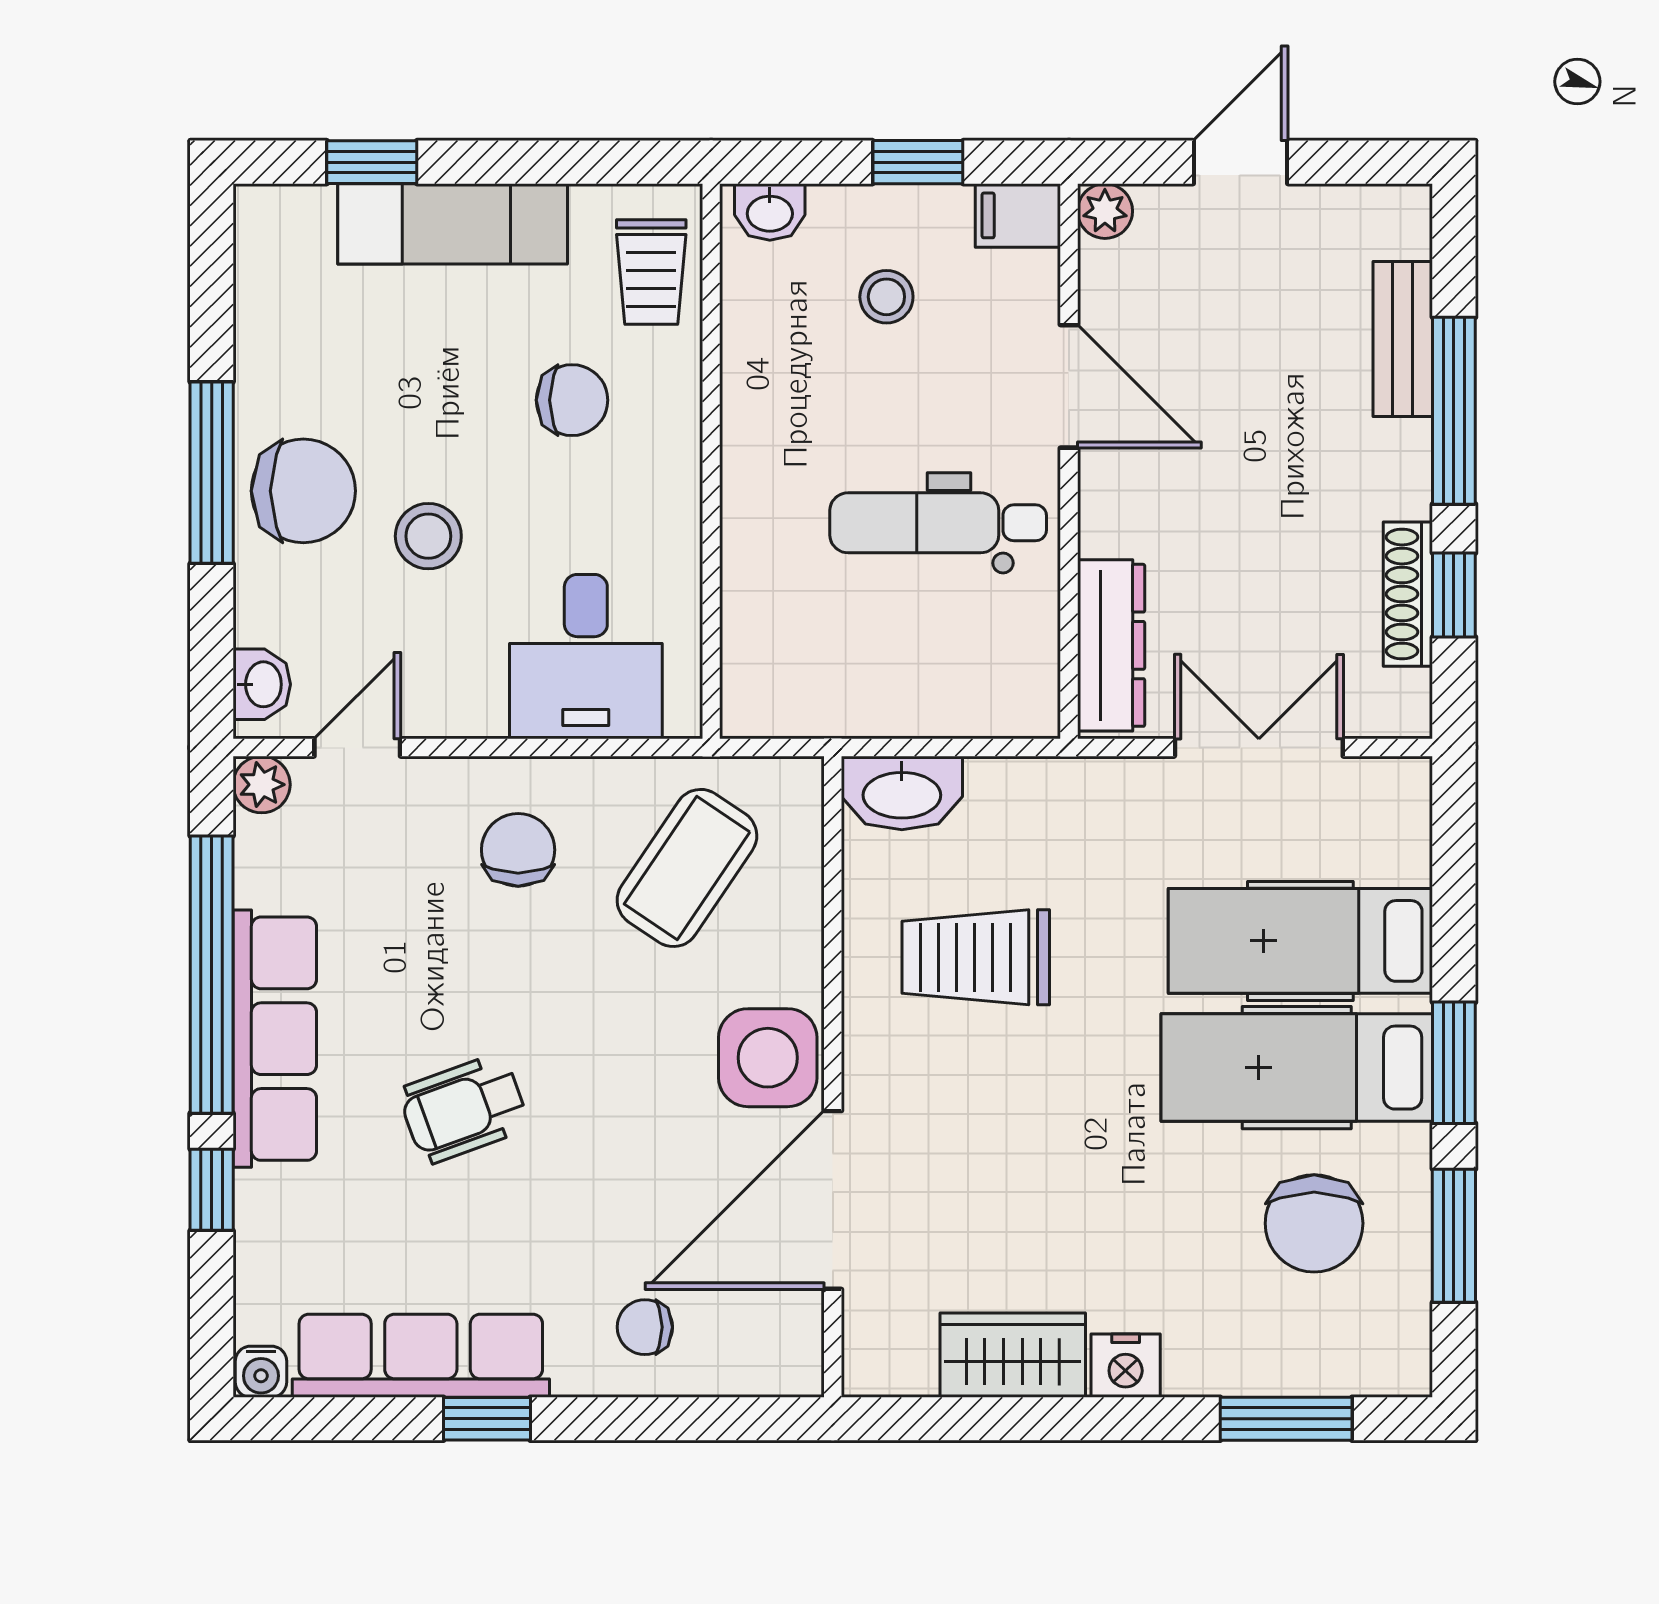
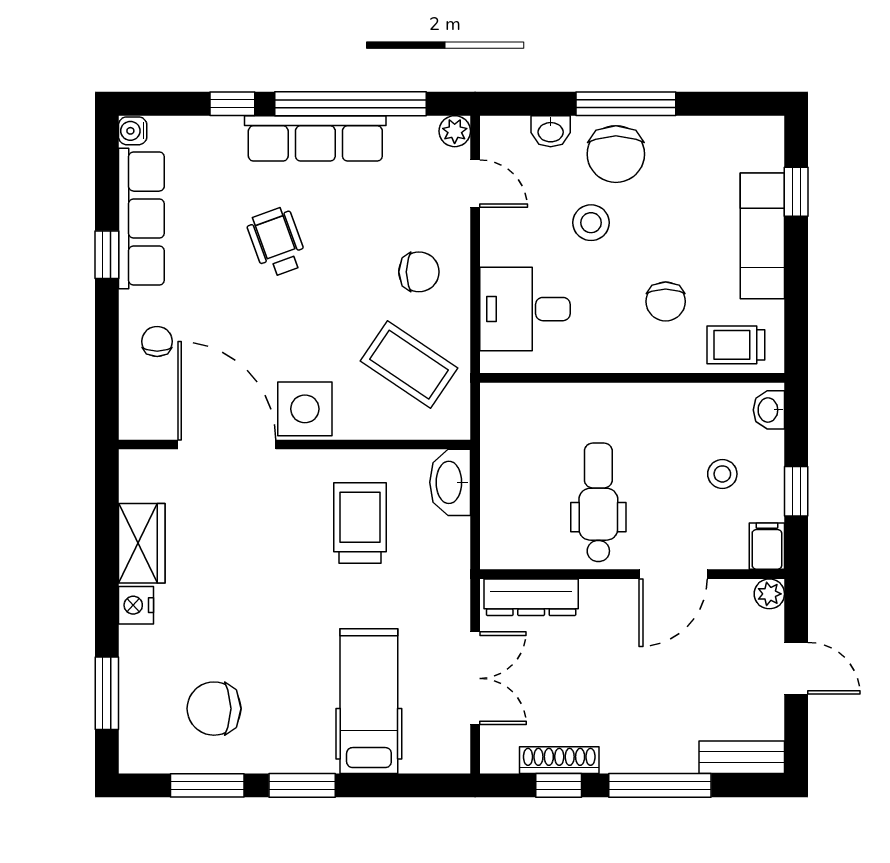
bench: (1403, 339) -> (742, 757), moved
washbasin: (262, 684) -> (551, 131), moved
hospital bed: (1297, 1068) -> (299, 699), removed

